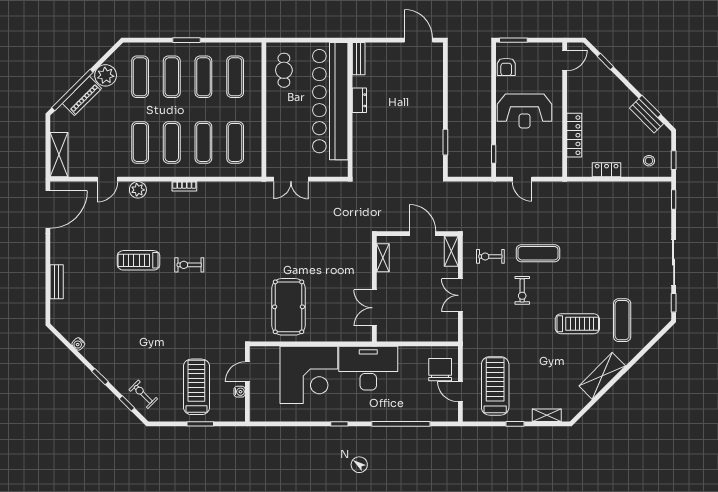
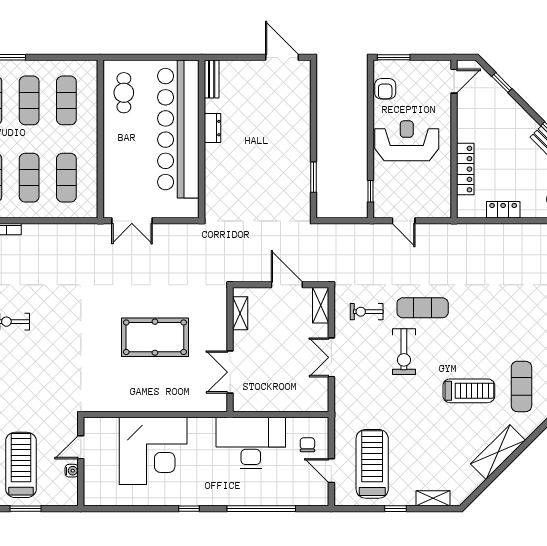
reception desk: (525, 111) -> (407, 141), turned 180
exercise bike: (522, 290) -> (404, 352), width x1.38, depth x1.39
pool table: (288, 307) -> (155, 337), moved, turned 90
desk: (368, 368) -> (251, 443), moved
chair: (440, 370) -> (307, 445), width x0.54, depth x0.54

